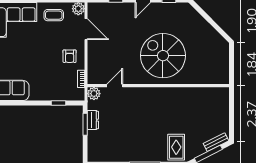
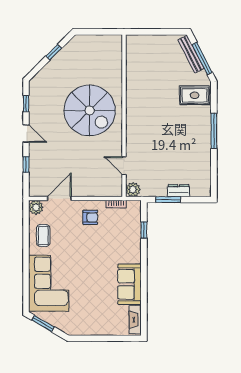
window: (214, 24) -> (54, 52), added
spiral stairs: (163, 56) -> (90, 110), turned -90
dresser: (93, 120) -> (179, 191), moved
bench: (216, 142) -> (191, 54), width x1.36

